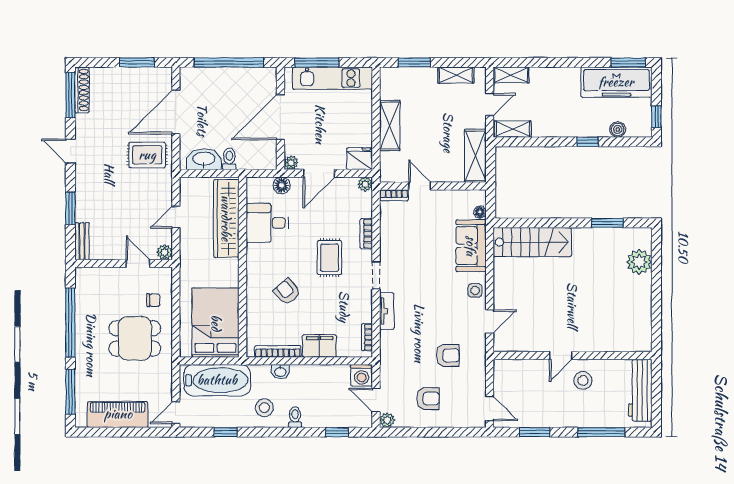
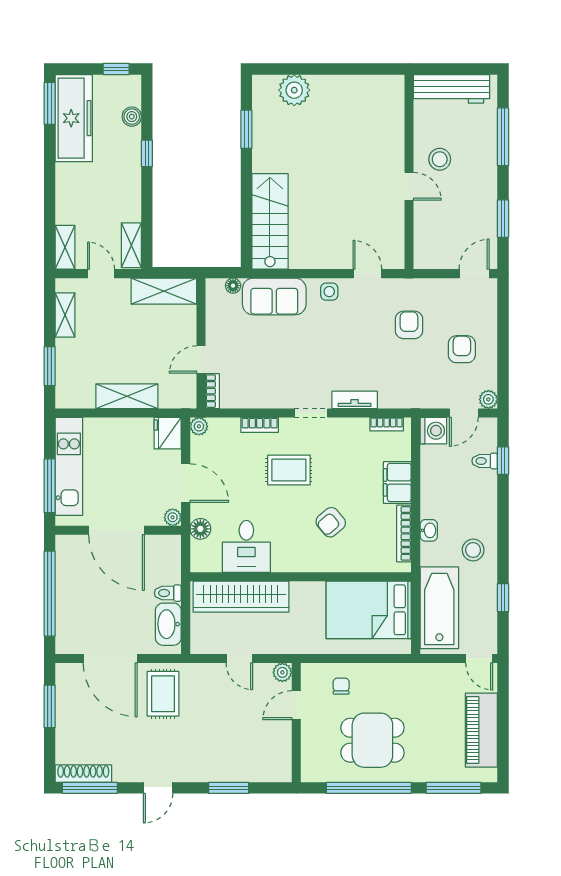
bench: (82, 241) -> (269, 774), removed
dining table: (135, 338) -> (372, 740), moved, turned 90
toilet: (295, 417) -> (485, 461), moved

